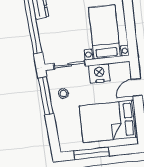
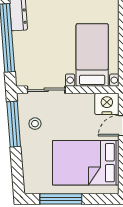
nightstand: (99, 73) -> (107, 104), moved

